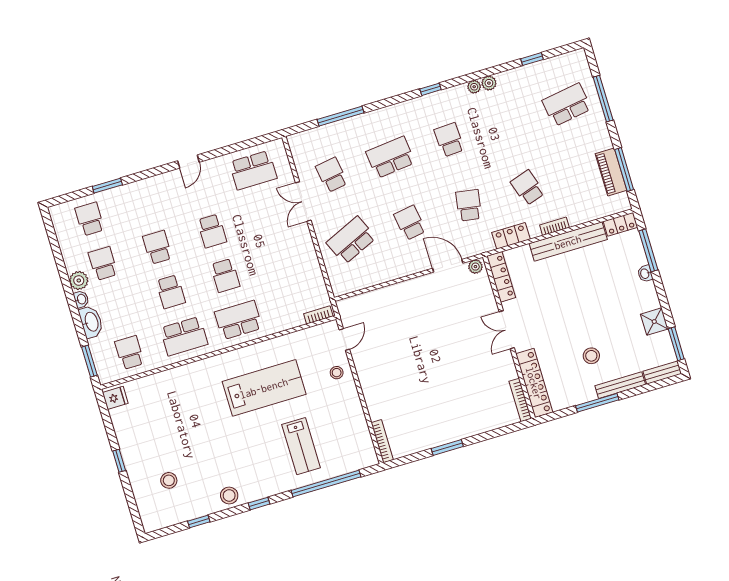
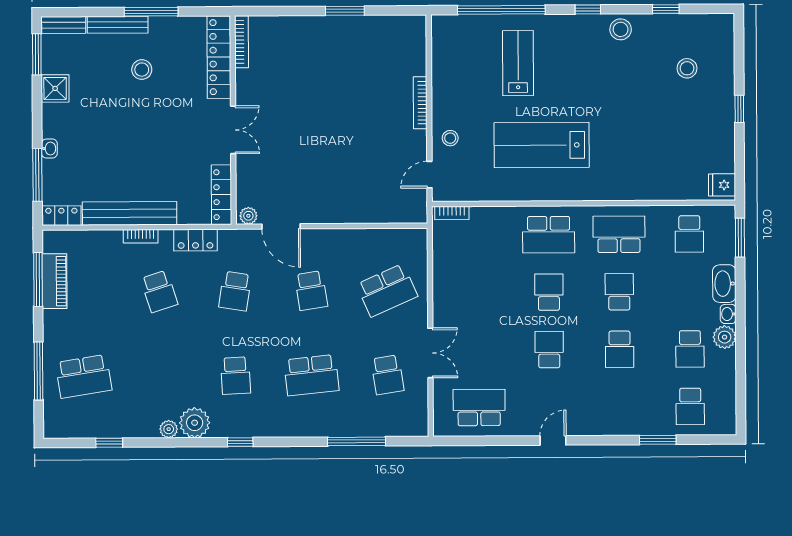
plant: (474, 87) -> (195, 423), width x1.88, depth x1.88
bookcase: (382, 441) -> (420, 103), moved

